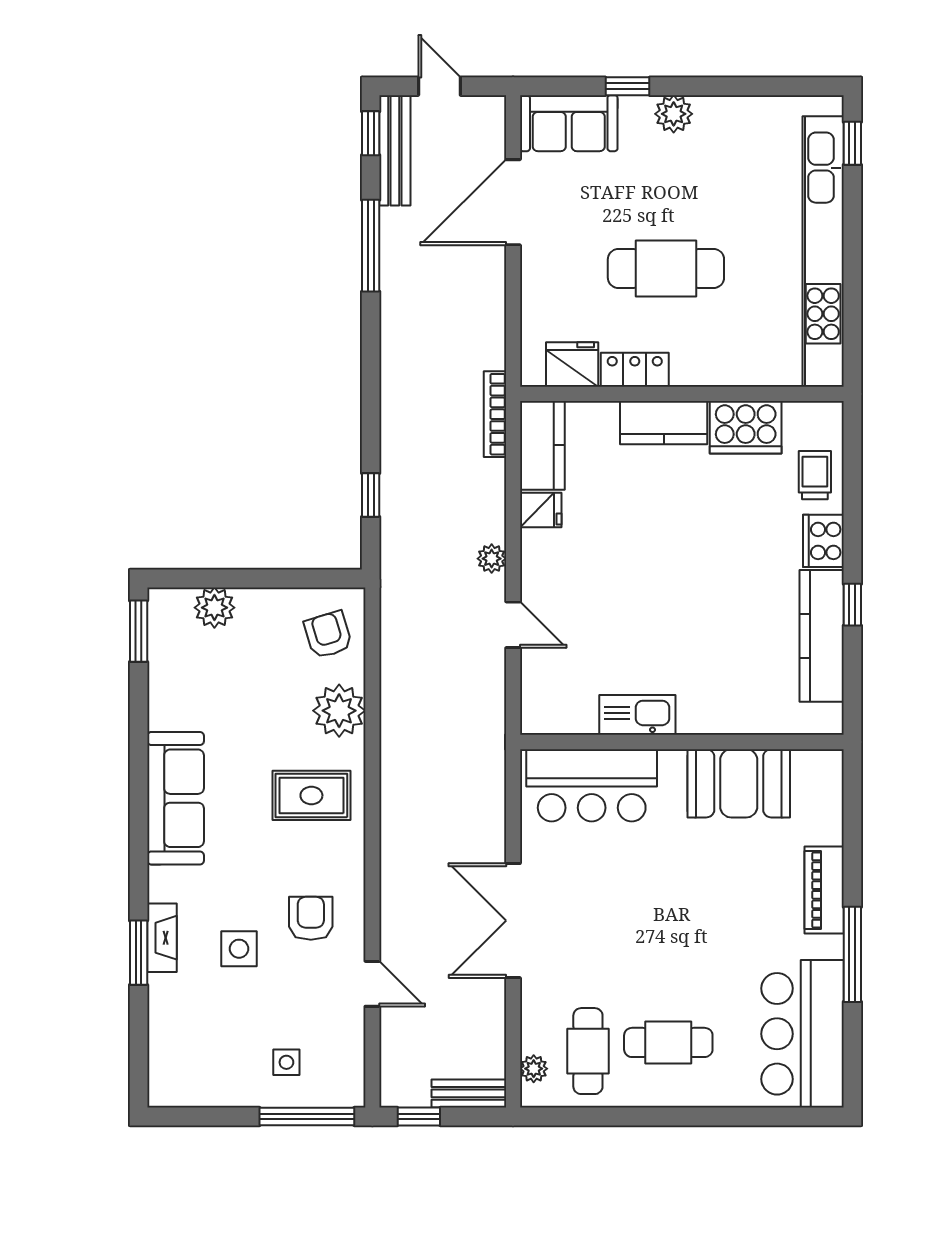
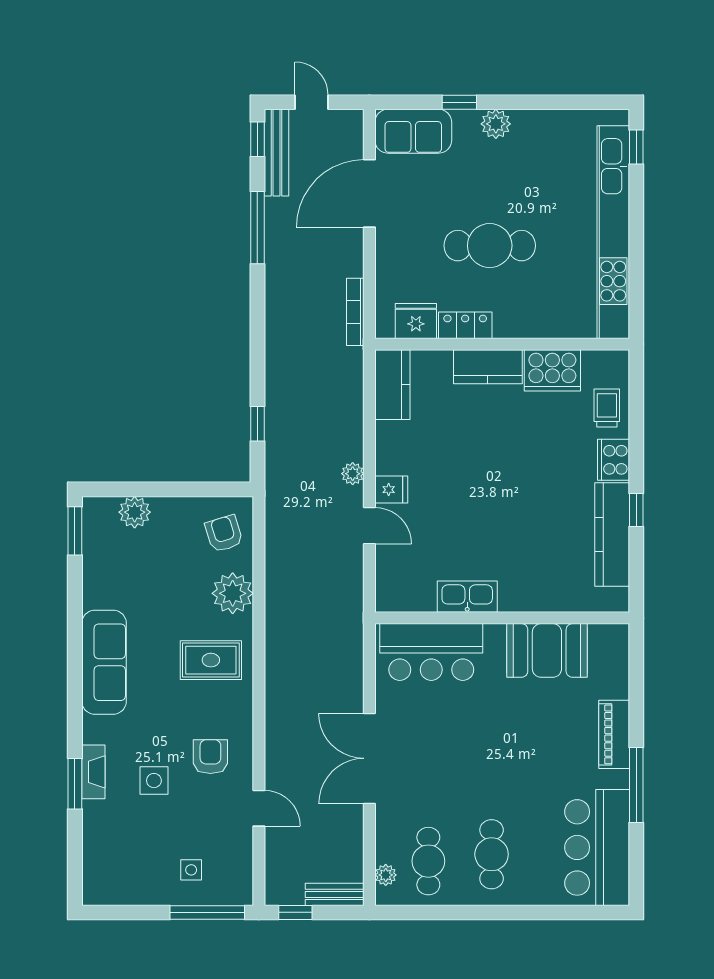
bookcase: (495, 414) -> (355, 312), moved
fridge: (541, 510) -> (391, 490), moved
cafe table: (668, 1042) -> (492, 854), turned 90

